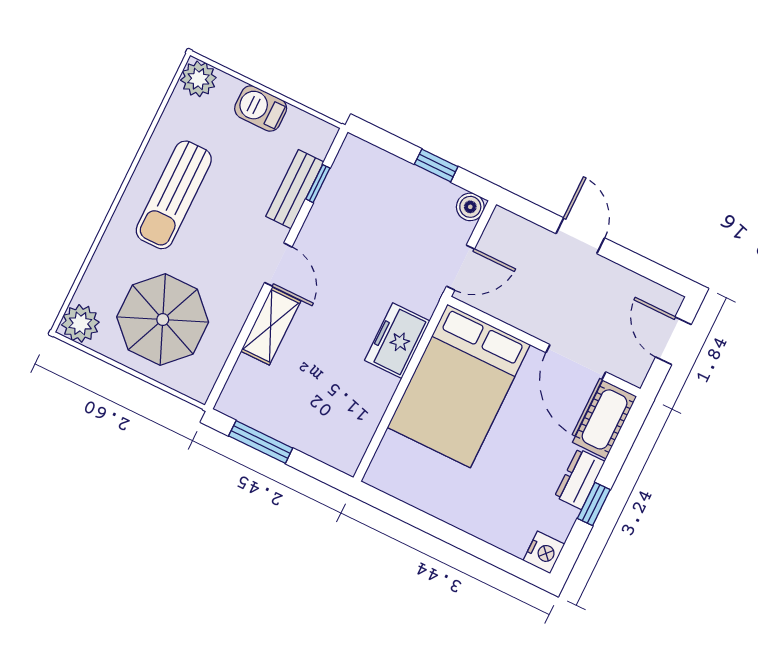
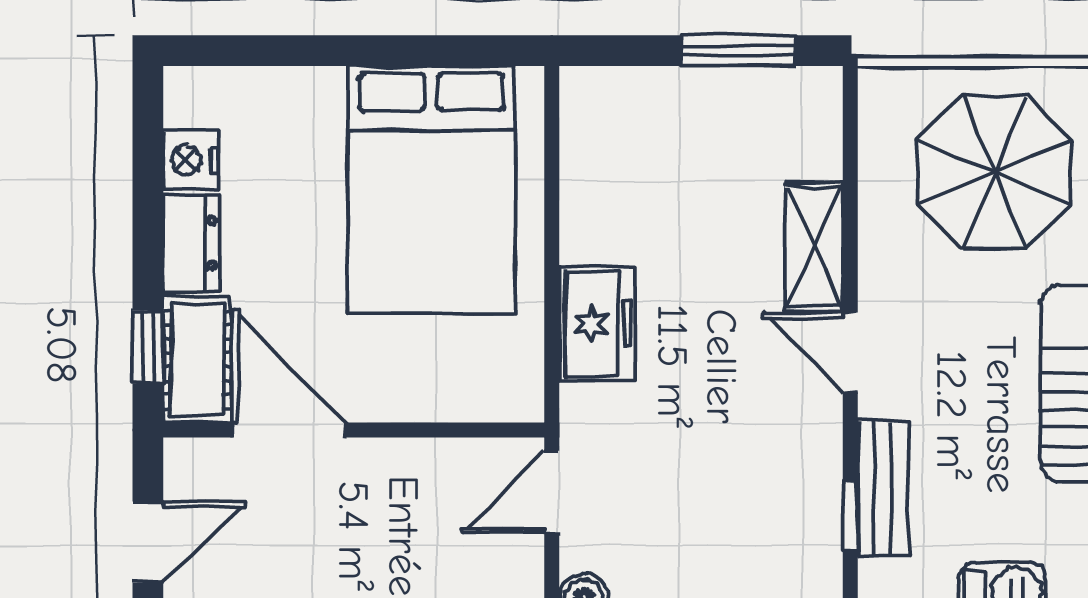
door: (673, 341) -> (148, 542), hinge flipped
bed: (459, 386) -> (431, 190), moved, turned 180
window: (594, 504) -> (148, 347), moved
nightstand: (544, 552) -> (191, 160), moved

